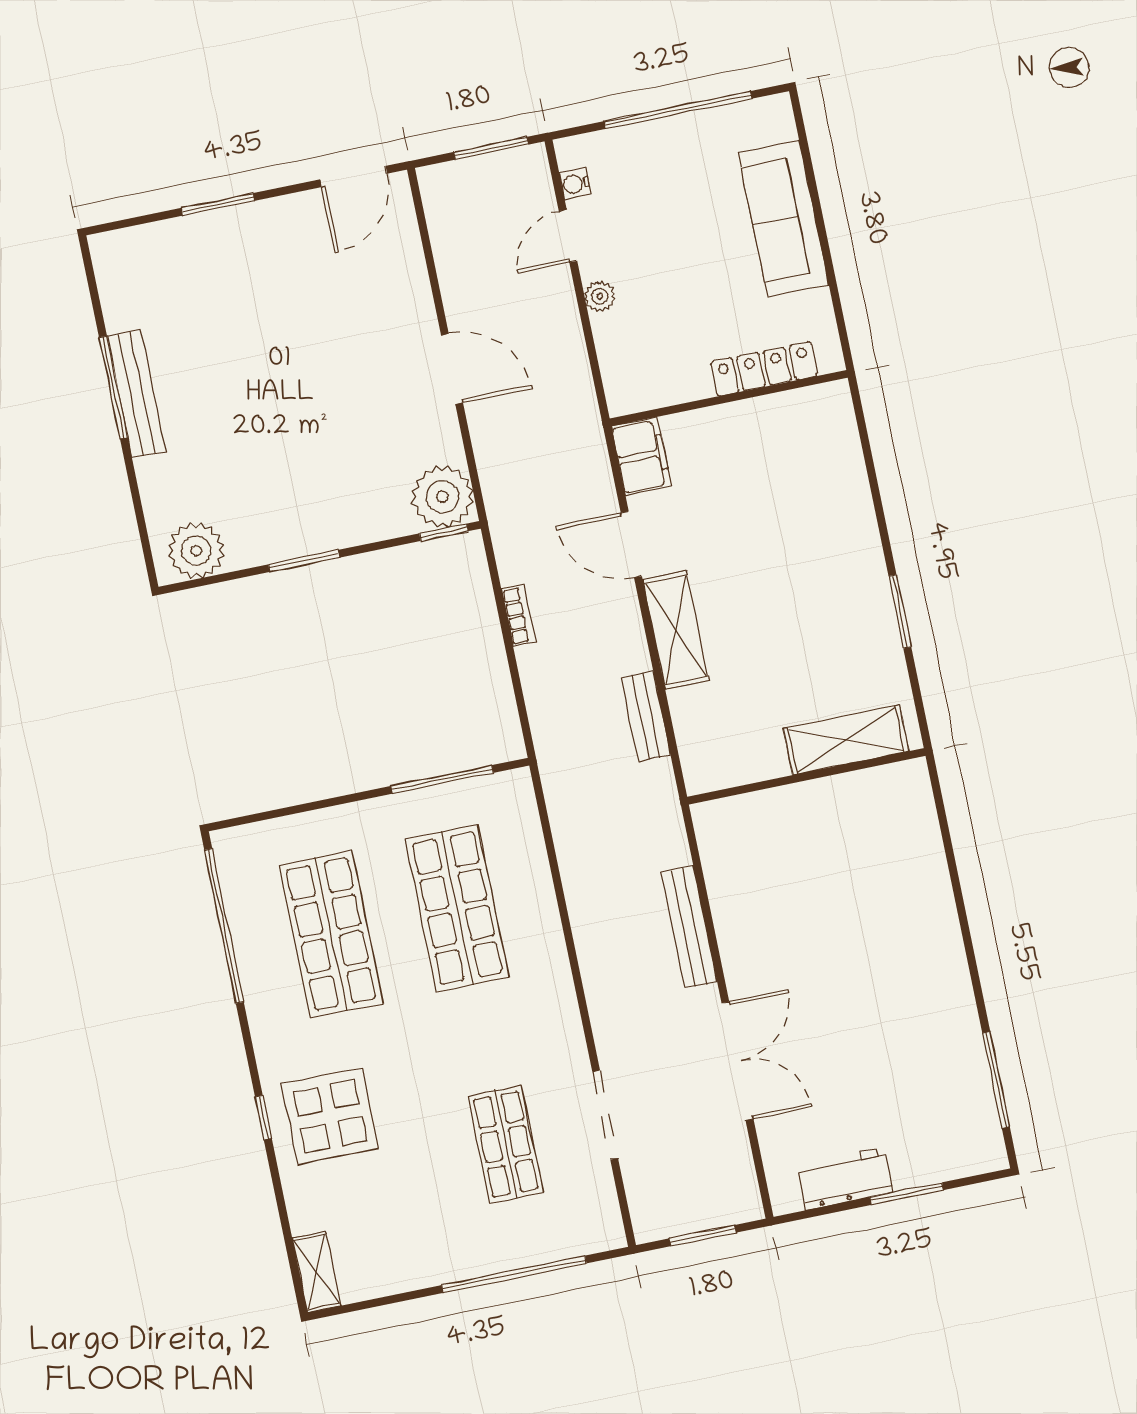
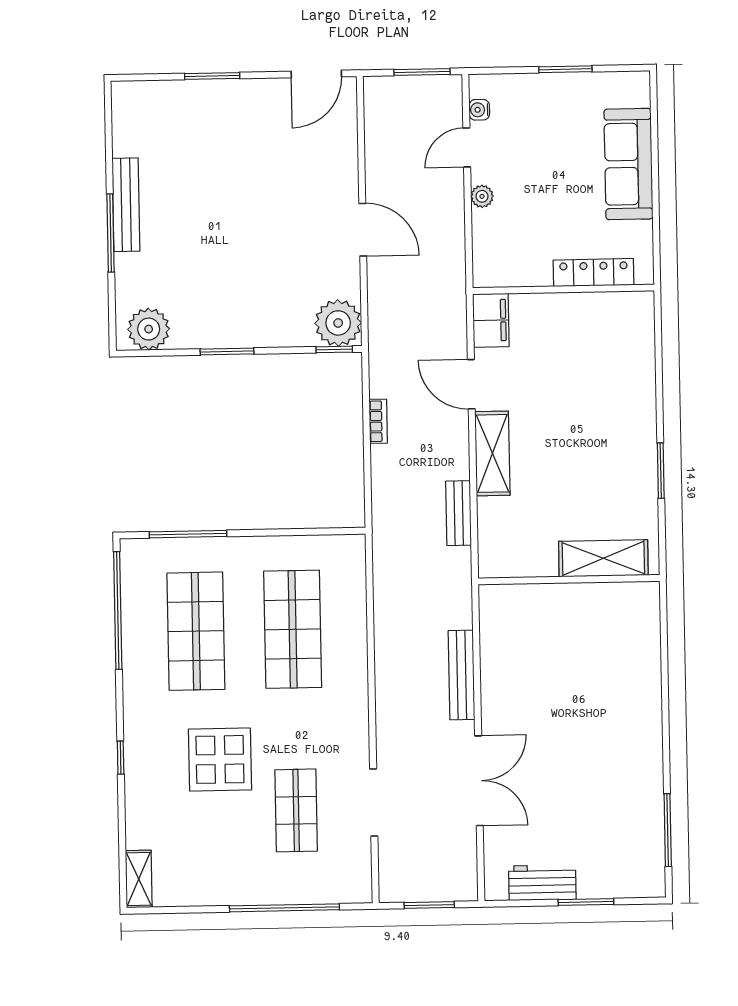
window: (678, 110) -> (565, 69), width x0.47
window: (113, 387) -> (111, 233), moved
window: (442, 779) -> (188, 534), moved
display table: (330, 1116) -> (220, 759), moved

